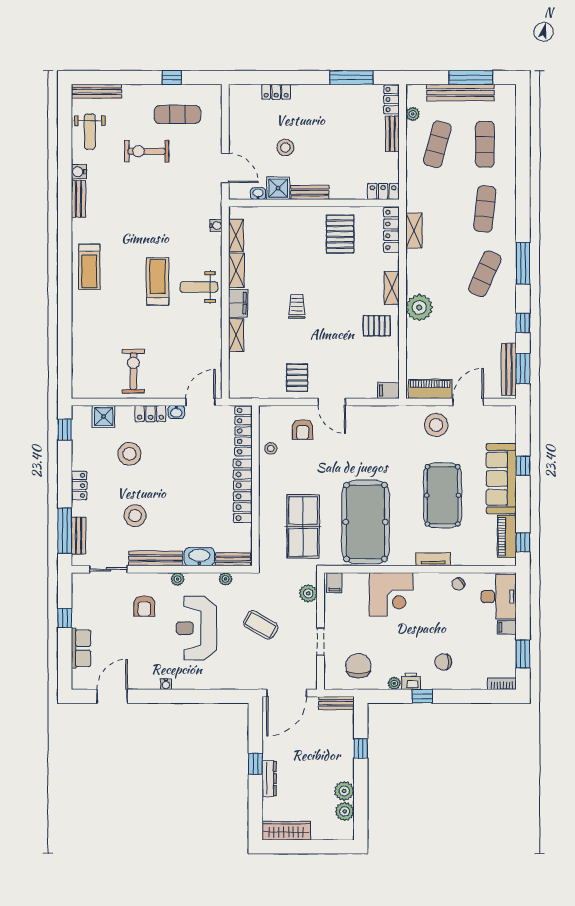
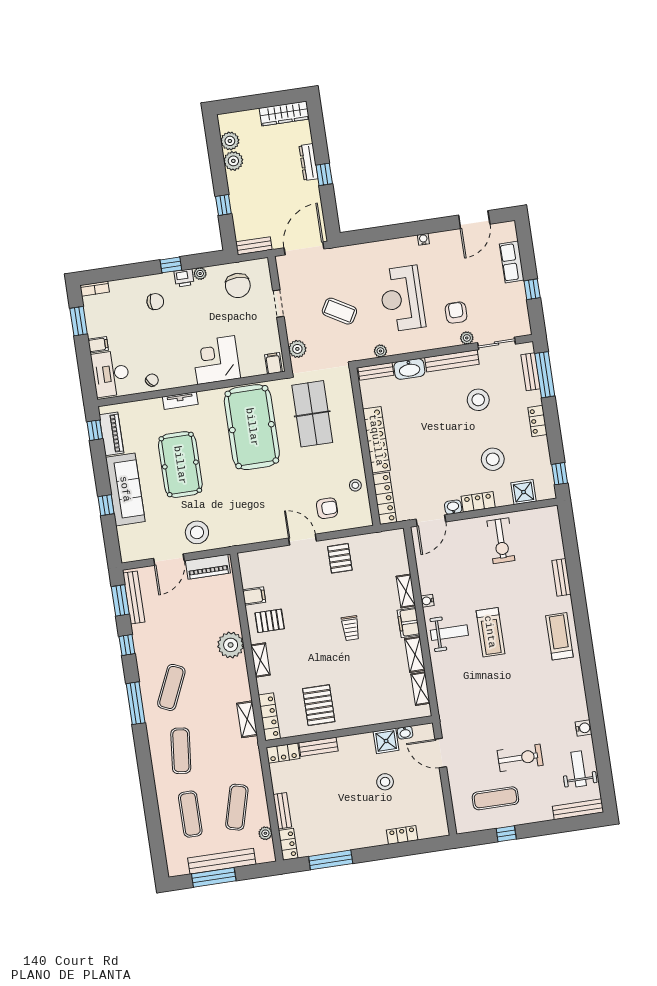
bench: (310, 192) -> (318, 747), moved
bench: (78, 199) -> (561, 577), moved
water cooler: (216, 226) -> (427, 601), moved
filing cabinet: (388, 391) -> (254, 596), moved
armchair: (303, 430) -> (327, 508), turned 90
plant: (178, 579) -> (467, 338), moved
reception desk: (196, 628) -> (402, 299), turned 180

